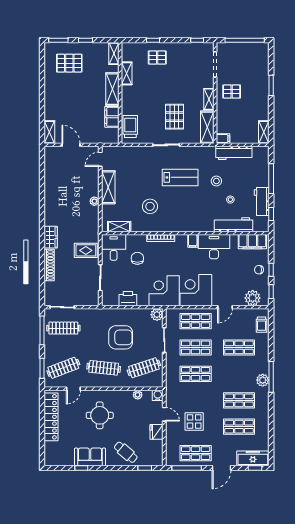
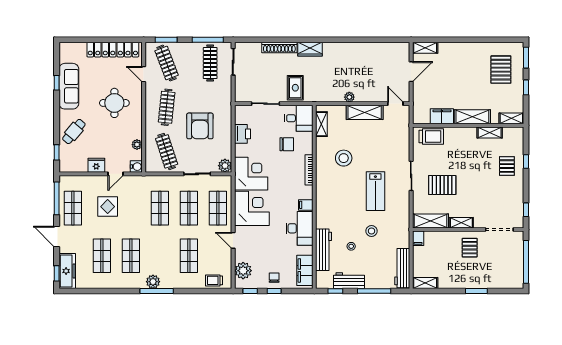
workbench: (234, 153) -> (402, 268), moved
sofa: (90, 457) -> (69, 86), width x1.36

